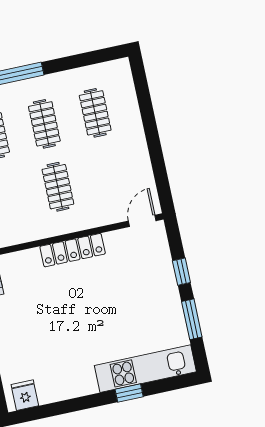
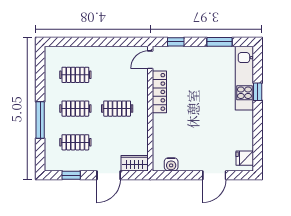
door: (142, 221) -> (150, 60), hinge flipped
locker: (73, 250) -> (159, 92), moved
window: (181, 272) -> (176, 42), moved

